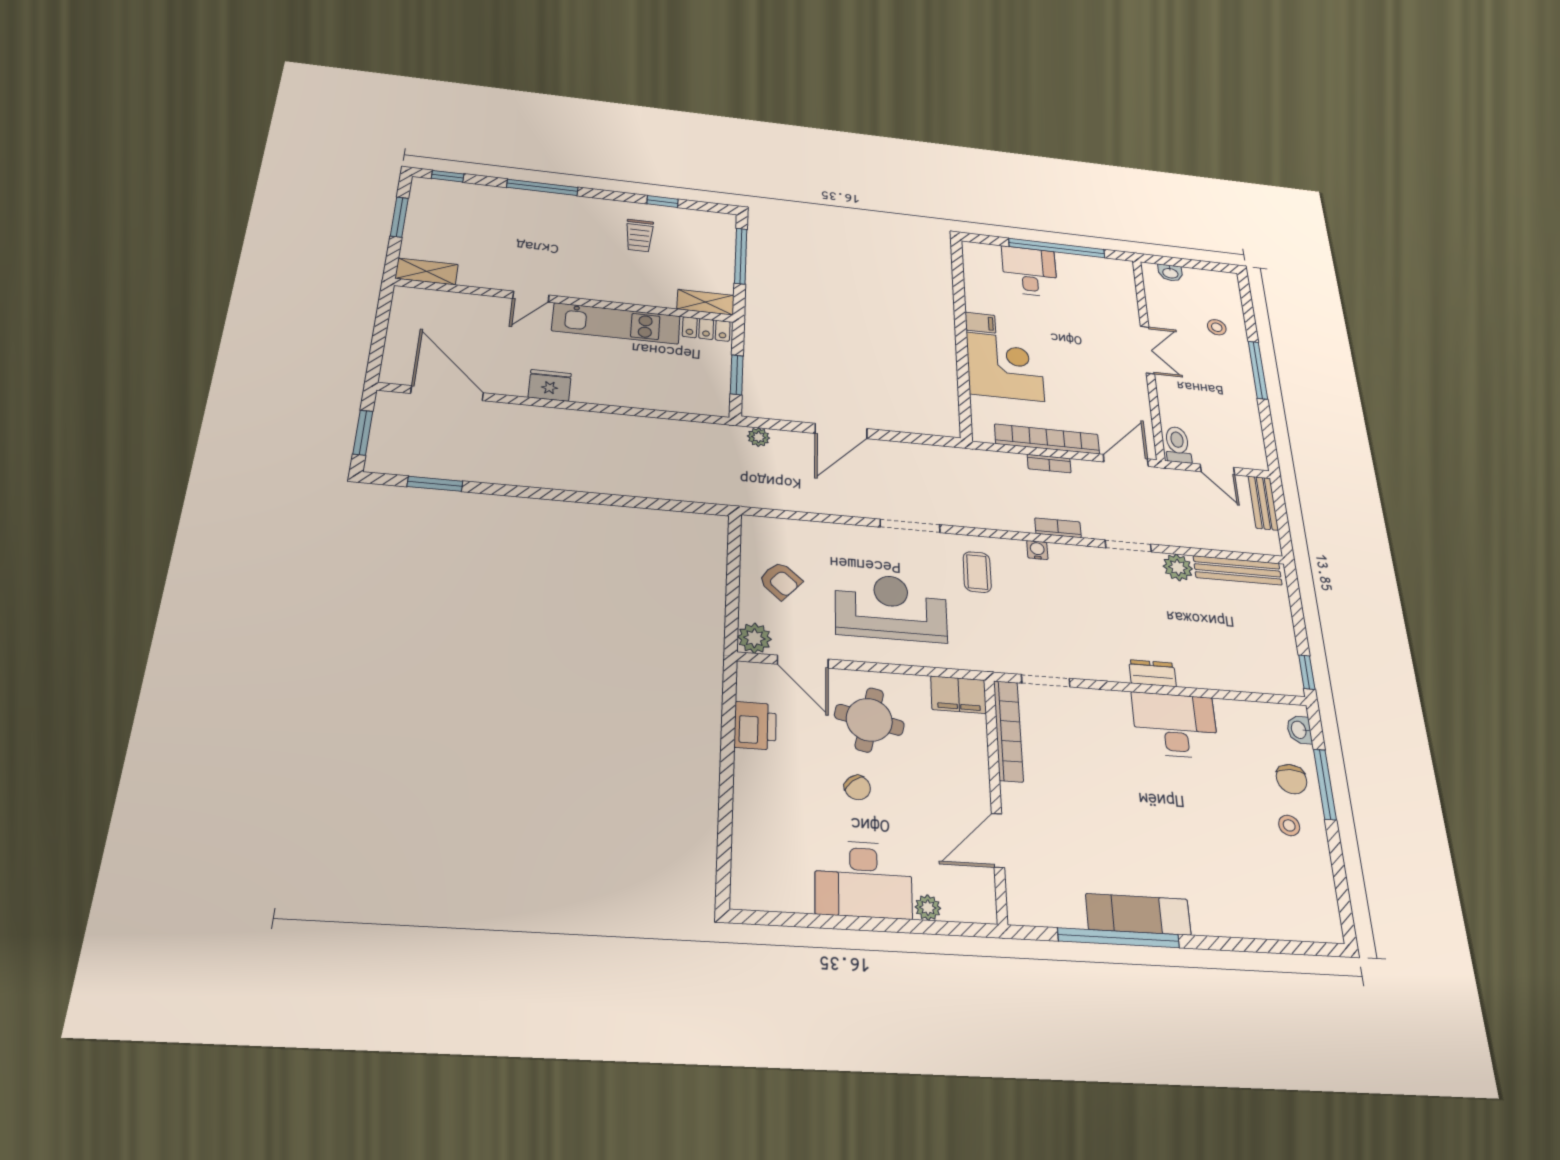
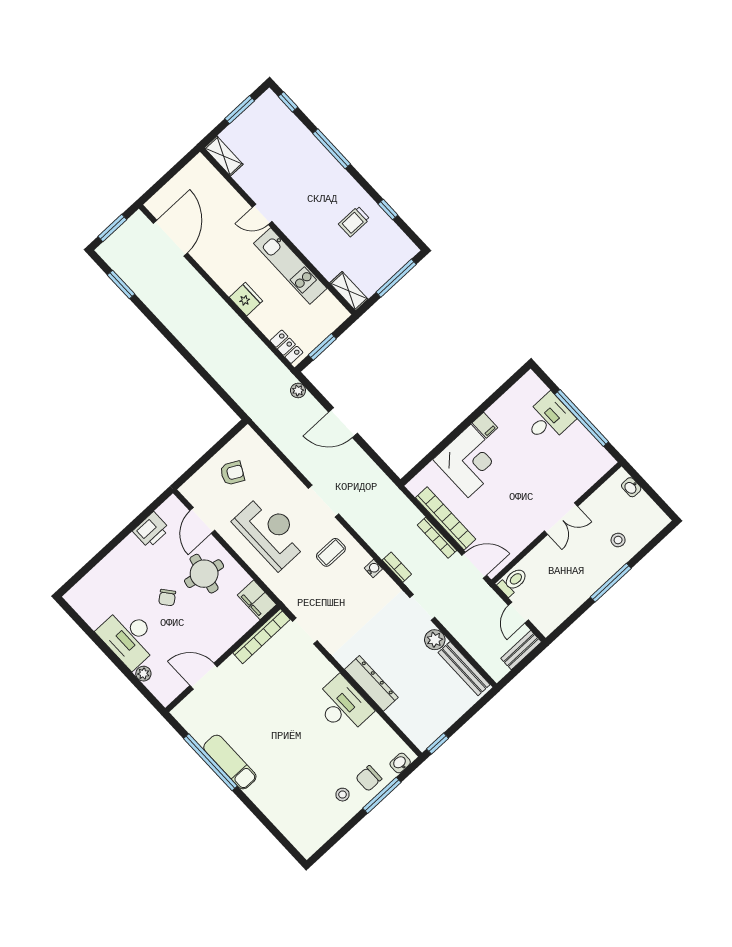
locker: (706, 329) -> (286, 347), moved, turned 180
fridge: (550, 385) -> (246, 299), moved
bookcase: (1049, 464) -> (437, 538), width x1.56
armchair: (780, 581) -> (232, 473), turned -104
plant: (754, 638) -> (192, 490), removed
dresser: (1153, 673) -> (371, 683), width x1.96, depth x1.24

